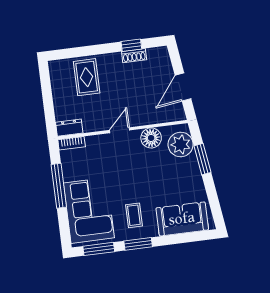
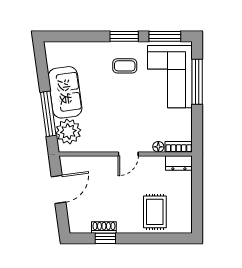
floor lamp: (151, 138) -> (158, 147), moved, width x0.53, depth x0.53
window: (202, 159) -> (48, 114), width x1.44
window: (59, 186) -> (197, 82), moved
coffee table: (134, 215) -> (125, 66), turned 90
sofa: (182, 219) -> (65, 92), moved, turned -98

